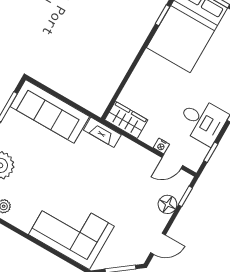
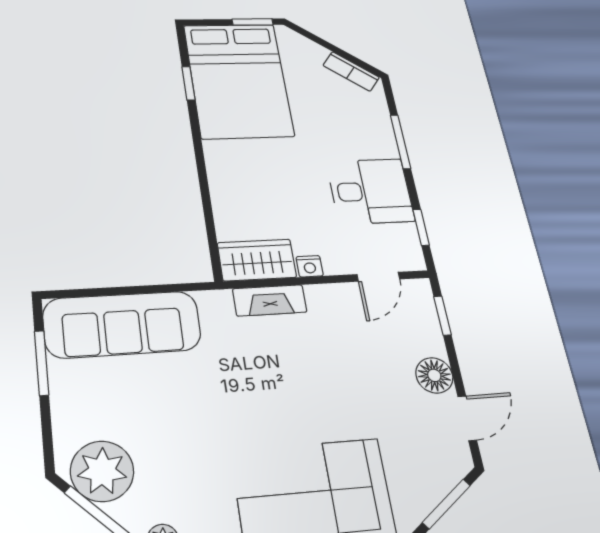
fireplace: (102, 132) -> (270, 300), moved
nightstand: (161, 146) -> (310, 266), moved
floor lamp: (167, 204) -> (434, 375), moved

